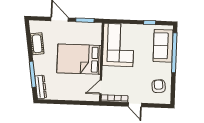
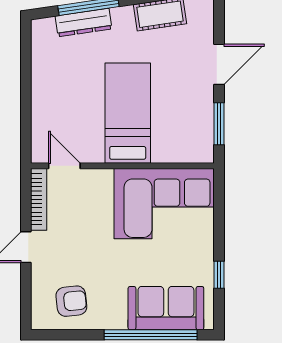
bed: (79, 59) -> (128, 113), width x0.67
dresser: (41, 87) -> (84, 22), moved

